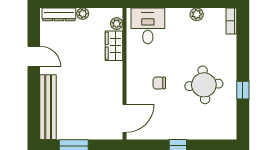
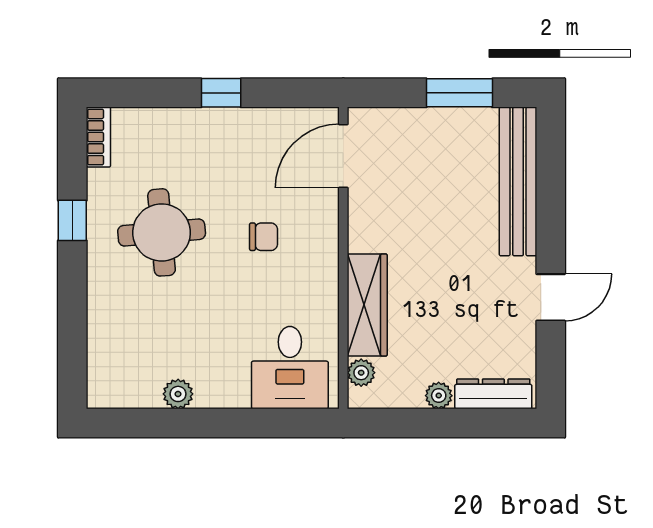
bookcase: (231, 21) -> (98, 137), moved
wardrobe: (114, 46) -> (367, 305), width x1.50
door: (34, 56) -> (551, 297), swing flipped

